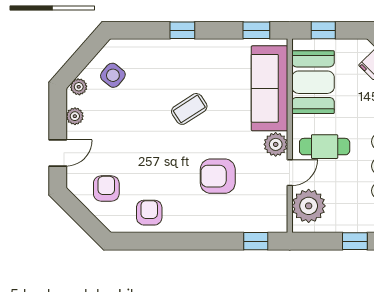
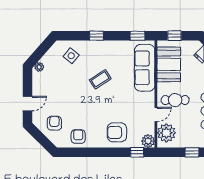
side table: (113, 75) -> (71, 56), moved
plant: (75, 116) -> (37, 83), removed
plant: (276, 144) -> (148, 141), moved
armchair: (218, 176) -> (117, 132), moved

